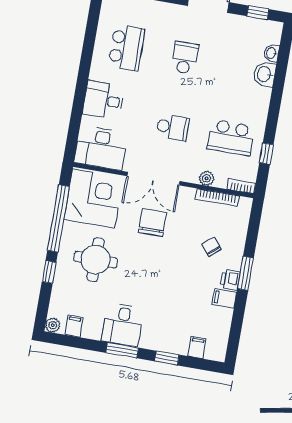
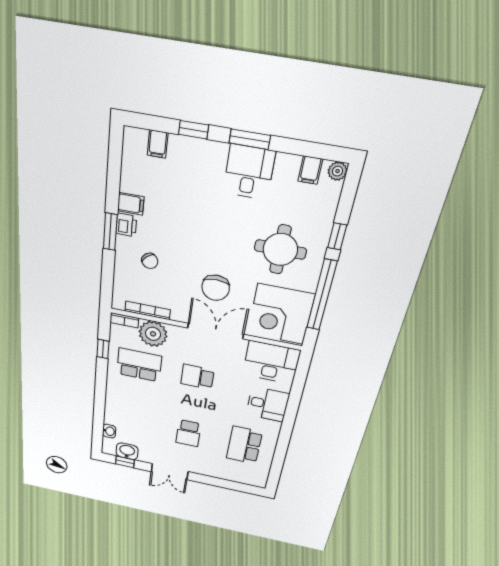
washbasin: (265, 74) -> (127, 451), moved, turned -90
plant: (207, 178) -> (153, 334), width x1.87, depth x1.87

